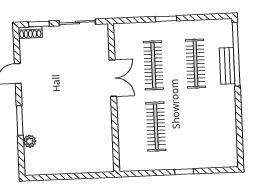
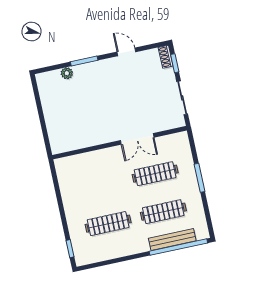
window: (166, 19) -> (200, 178), width x1.50
bench: (227, 66) -> (172, 239), width x1.36
clothes rail: (156, 127) -> (108, 224), moved
window: (184, 172) -> (70, 249), moved

